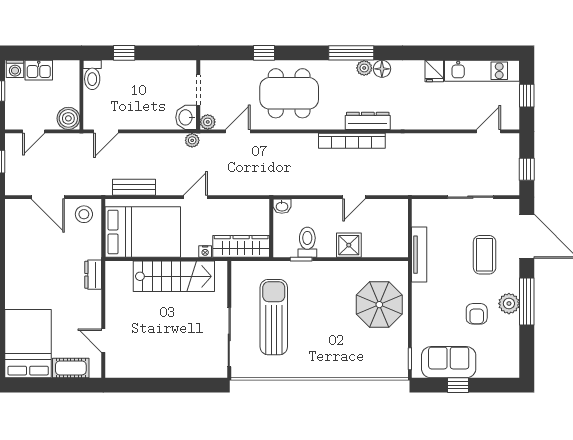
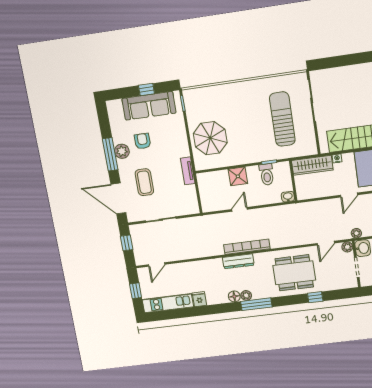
tv unit: (419, 255) -> (188, 171), width x0.71
sun lounger: (274, 317) -> (282, 119), turned 180
sofa: (449, 362) -> (149, 106), width x1.36

